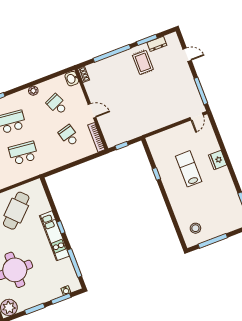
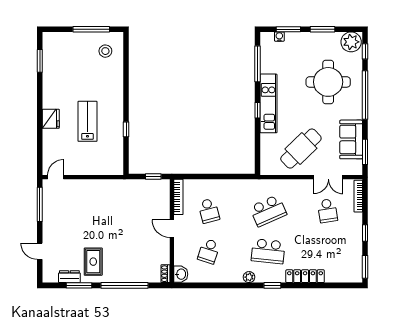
plant: (33, 91) -> (249, 277), moved
school desk: (57, 104) -> (209, 251), turned 42
school desk: (23, 153) -> (268, 211), turned -30
lab bench: (189, 169) -> (87, 121), turned 180

